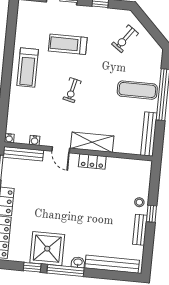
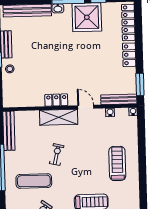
treadmill: (28, 68) -> (117, 163), moved
exercise bike: (72, 90) -> (57, 155), moved
exercise mat: (137, 90) -> (34, 181), moved

